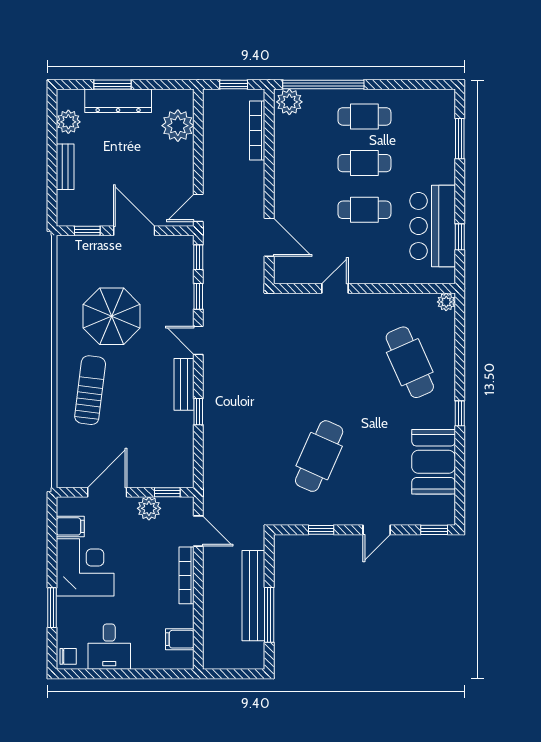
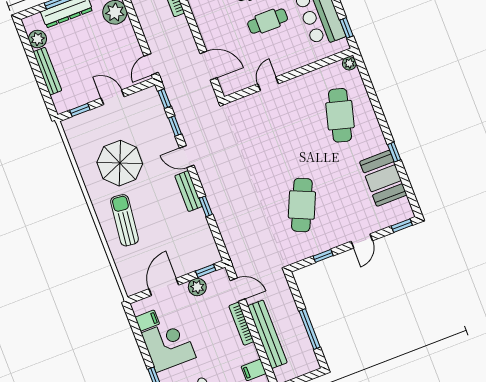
bench: (65, 167) -> (47, 71), width x1.36
door: (134, 231) -> (113, 97), width x0.73
window: (460, 237) -> (346, 28), moved
cafe table: (410, 362) -> (340, 115), turned 39
window: (460, 413) -> (394, 152), moved
bench: (253, 596) -> (267, 334), moved

